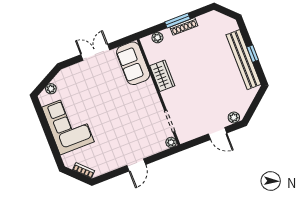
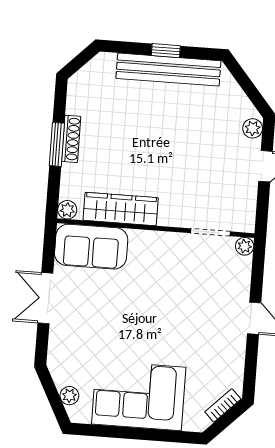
plant: (157, 38) -> (67, 210), moved
wardrobe: (162, 76) -> (121, 209), width x1.50

